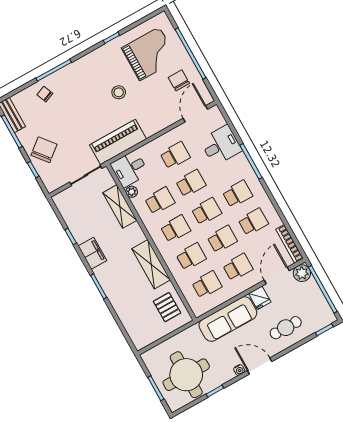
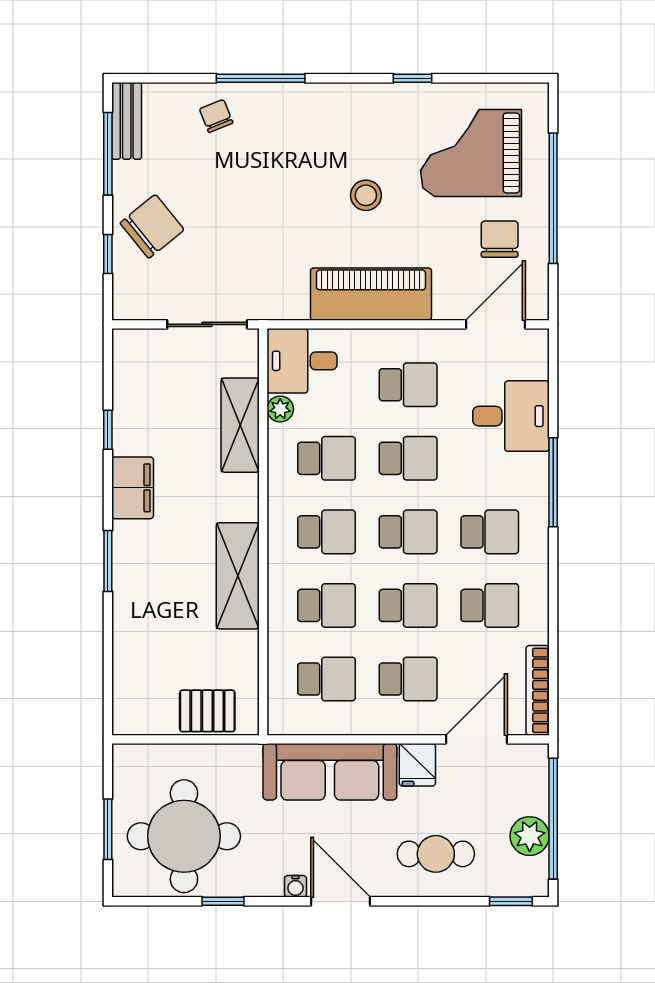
grand piano: (150, 54) -> (471, 153), turned 180
piano: (118, 142) -> (371, 294), moved
plant: (302, 273) -> (530, 836), moved
pallet: (167, 307) -> (207, 711), moved, turned 90

